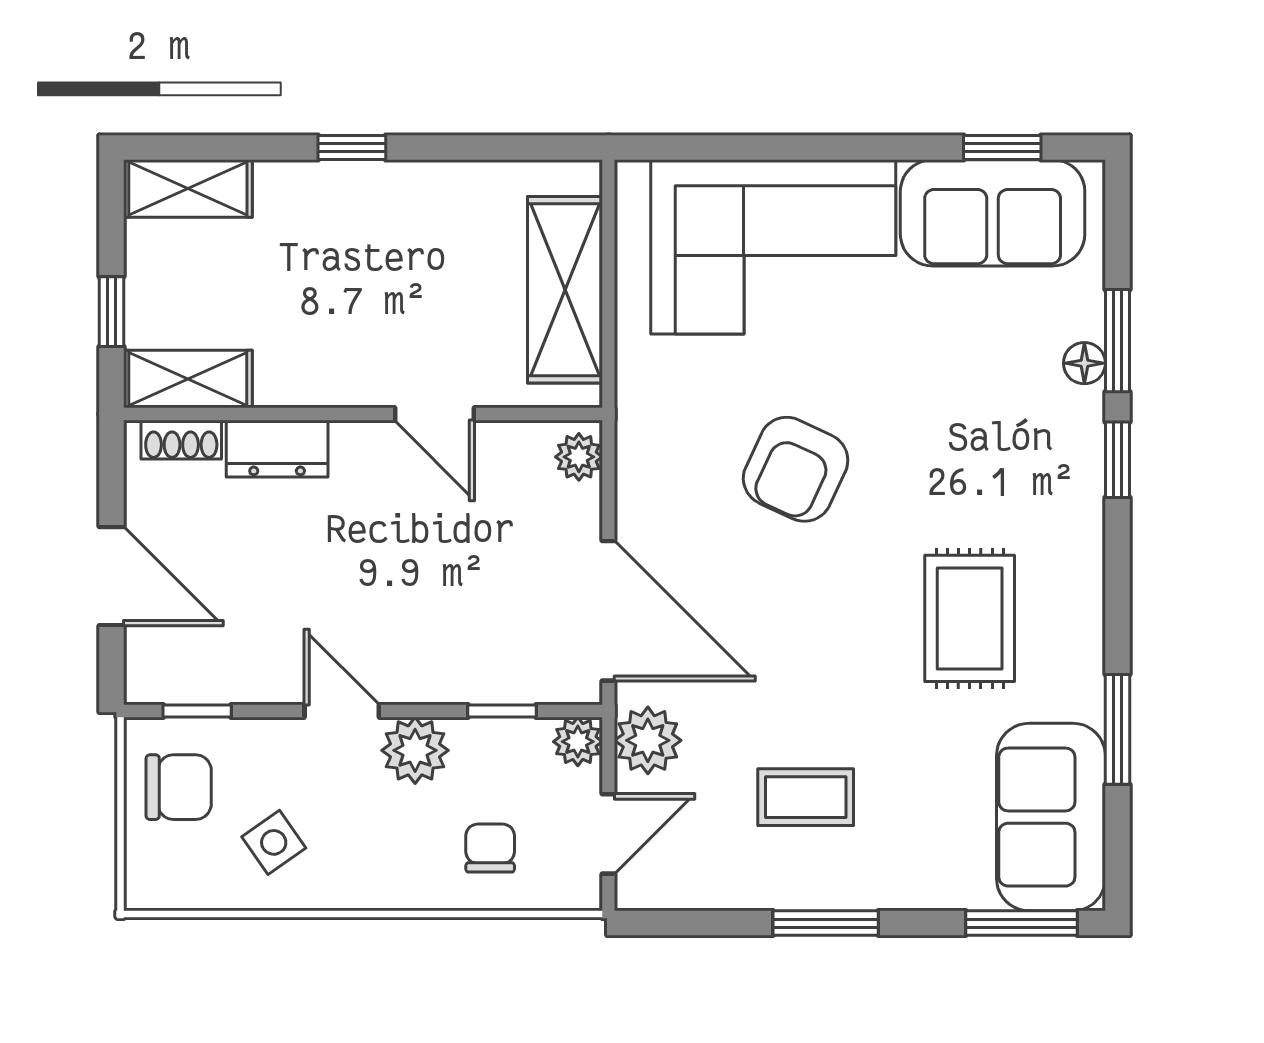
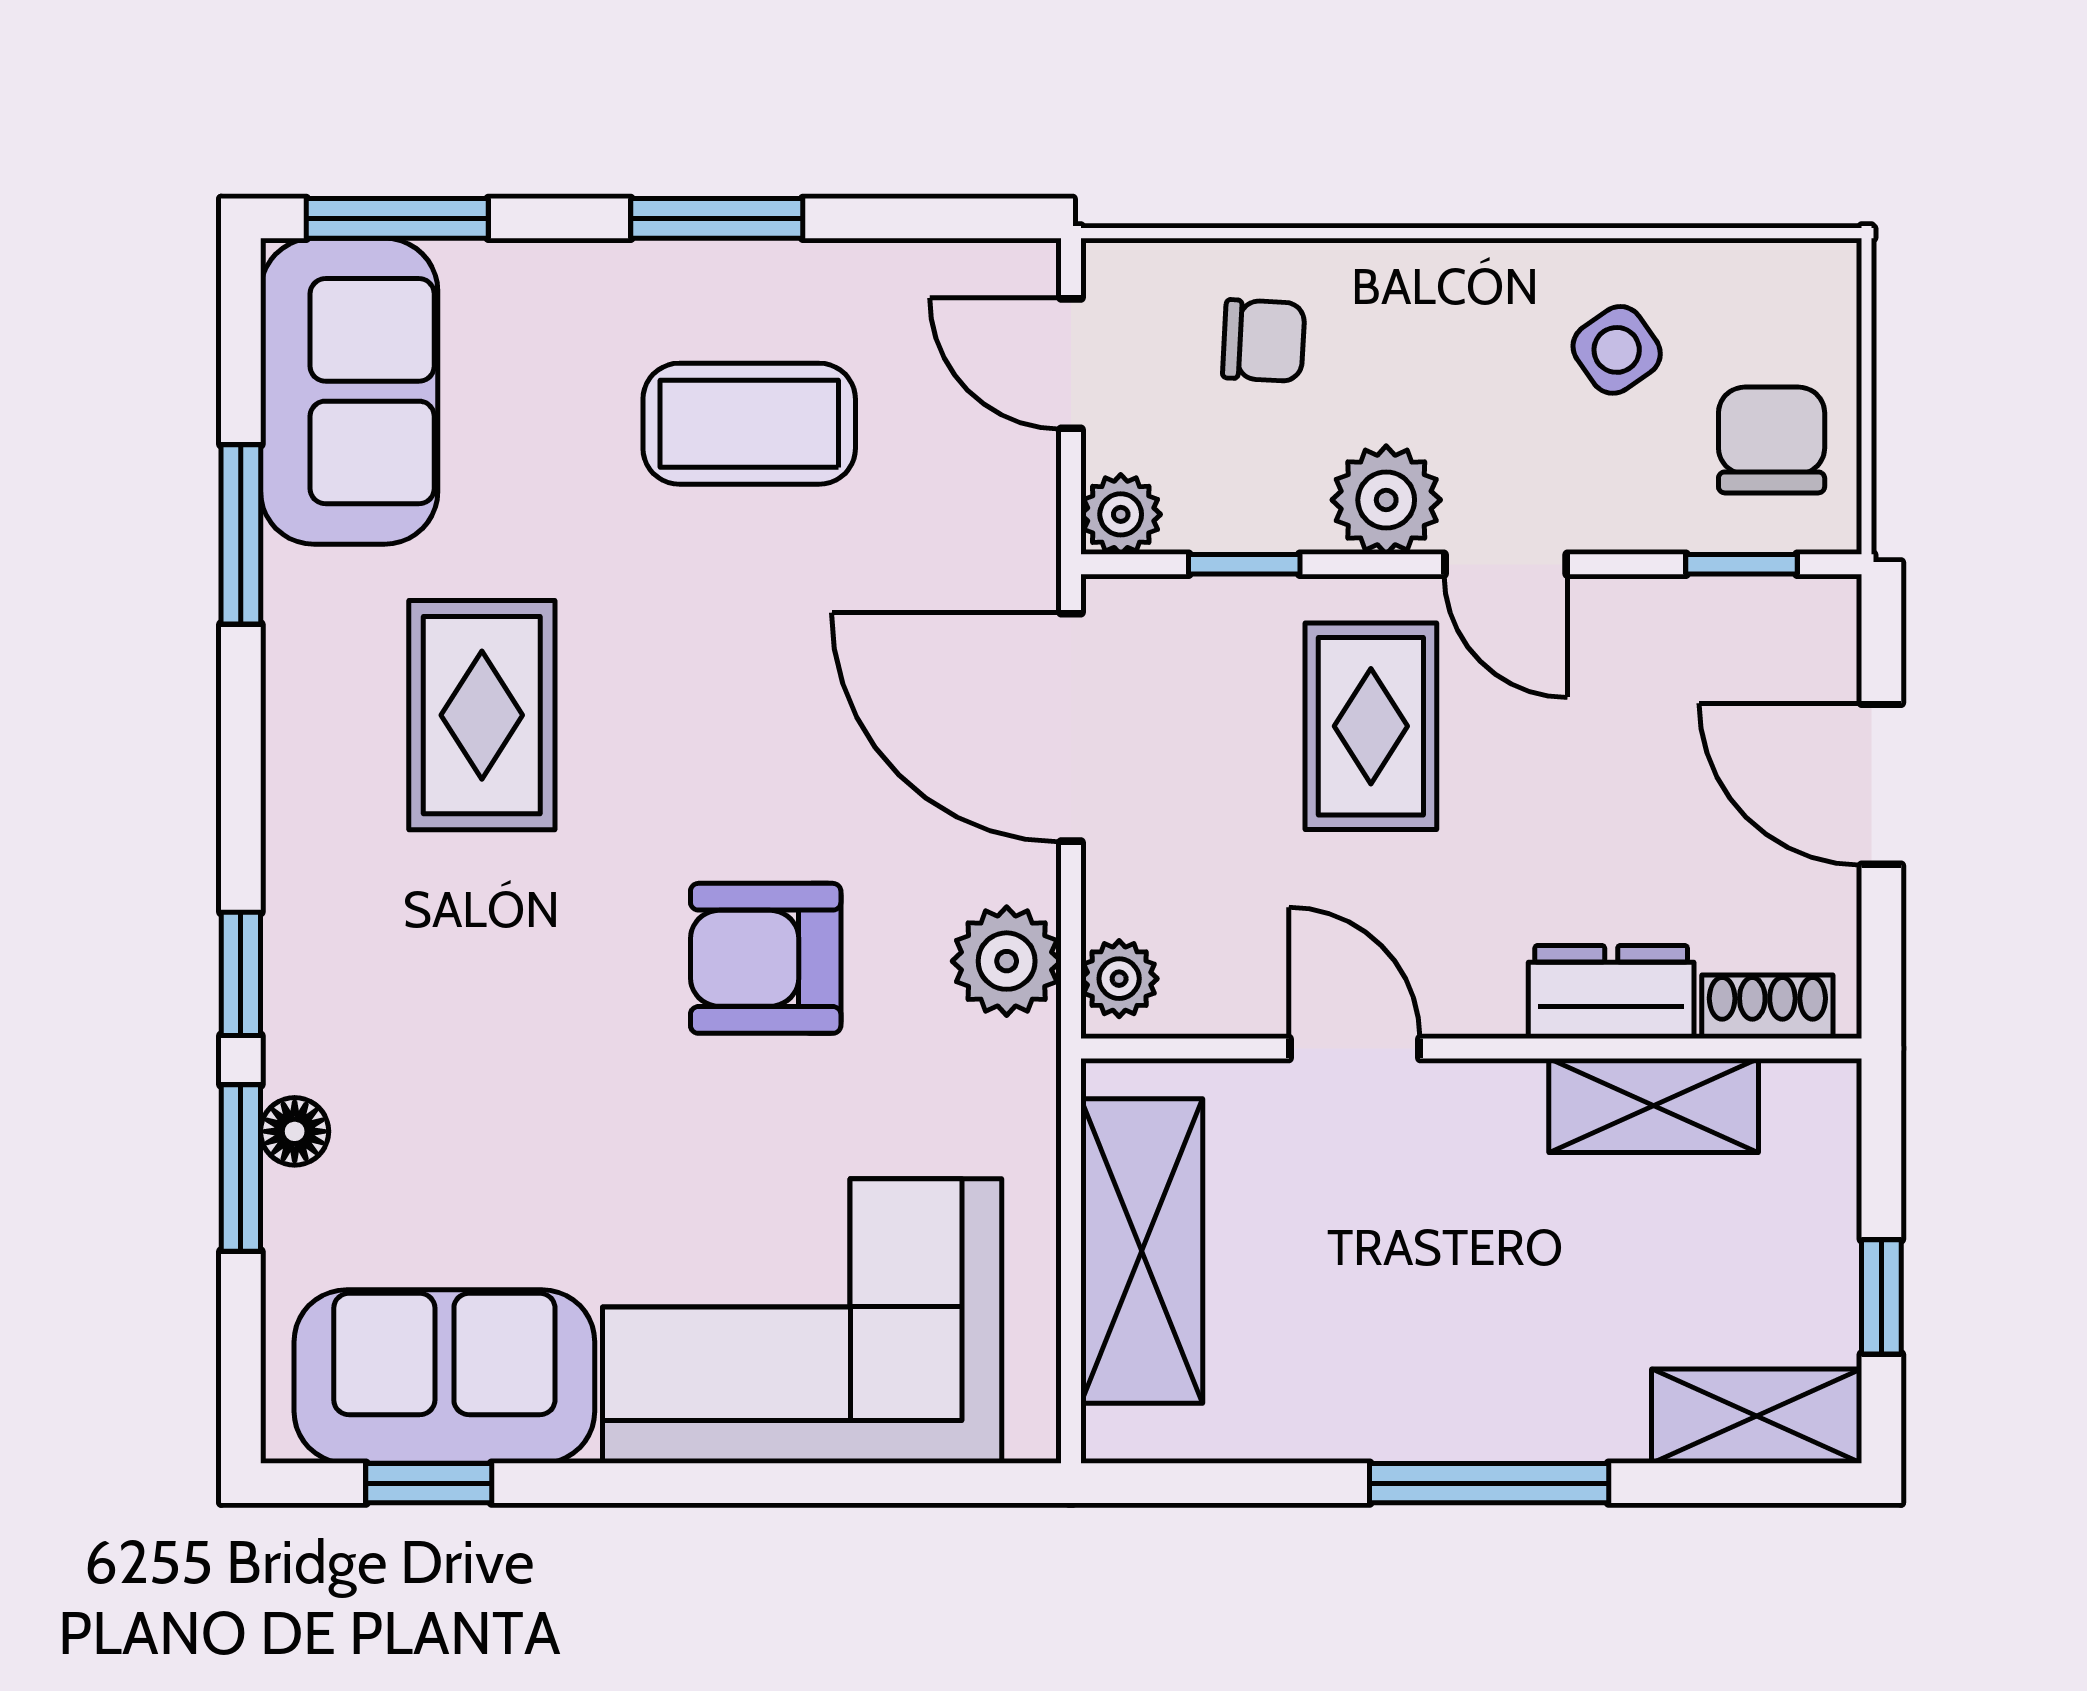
window: (352, 147) -> (1489, 1483), width x2.17
window: (111, 312) -> (1881, 1297), moved
shelving: (188, 379) -> (1654, 1105), moved
armchair: (796, 469) -> (766, 958), turned -115
rug: (424, 612) -> (1371, 726), added
plant: (648, 740) -> (1007, 961), moved
chair: (179, 787) -> (1772, 440), turned 90
coffee table: (806, 797) -> (749, 424), width x1.36, depth x1.30
door: (608, 834) -> (1071, 364), hinge flipped
chair: (490, 848) -> (1264, 341), turned -87

